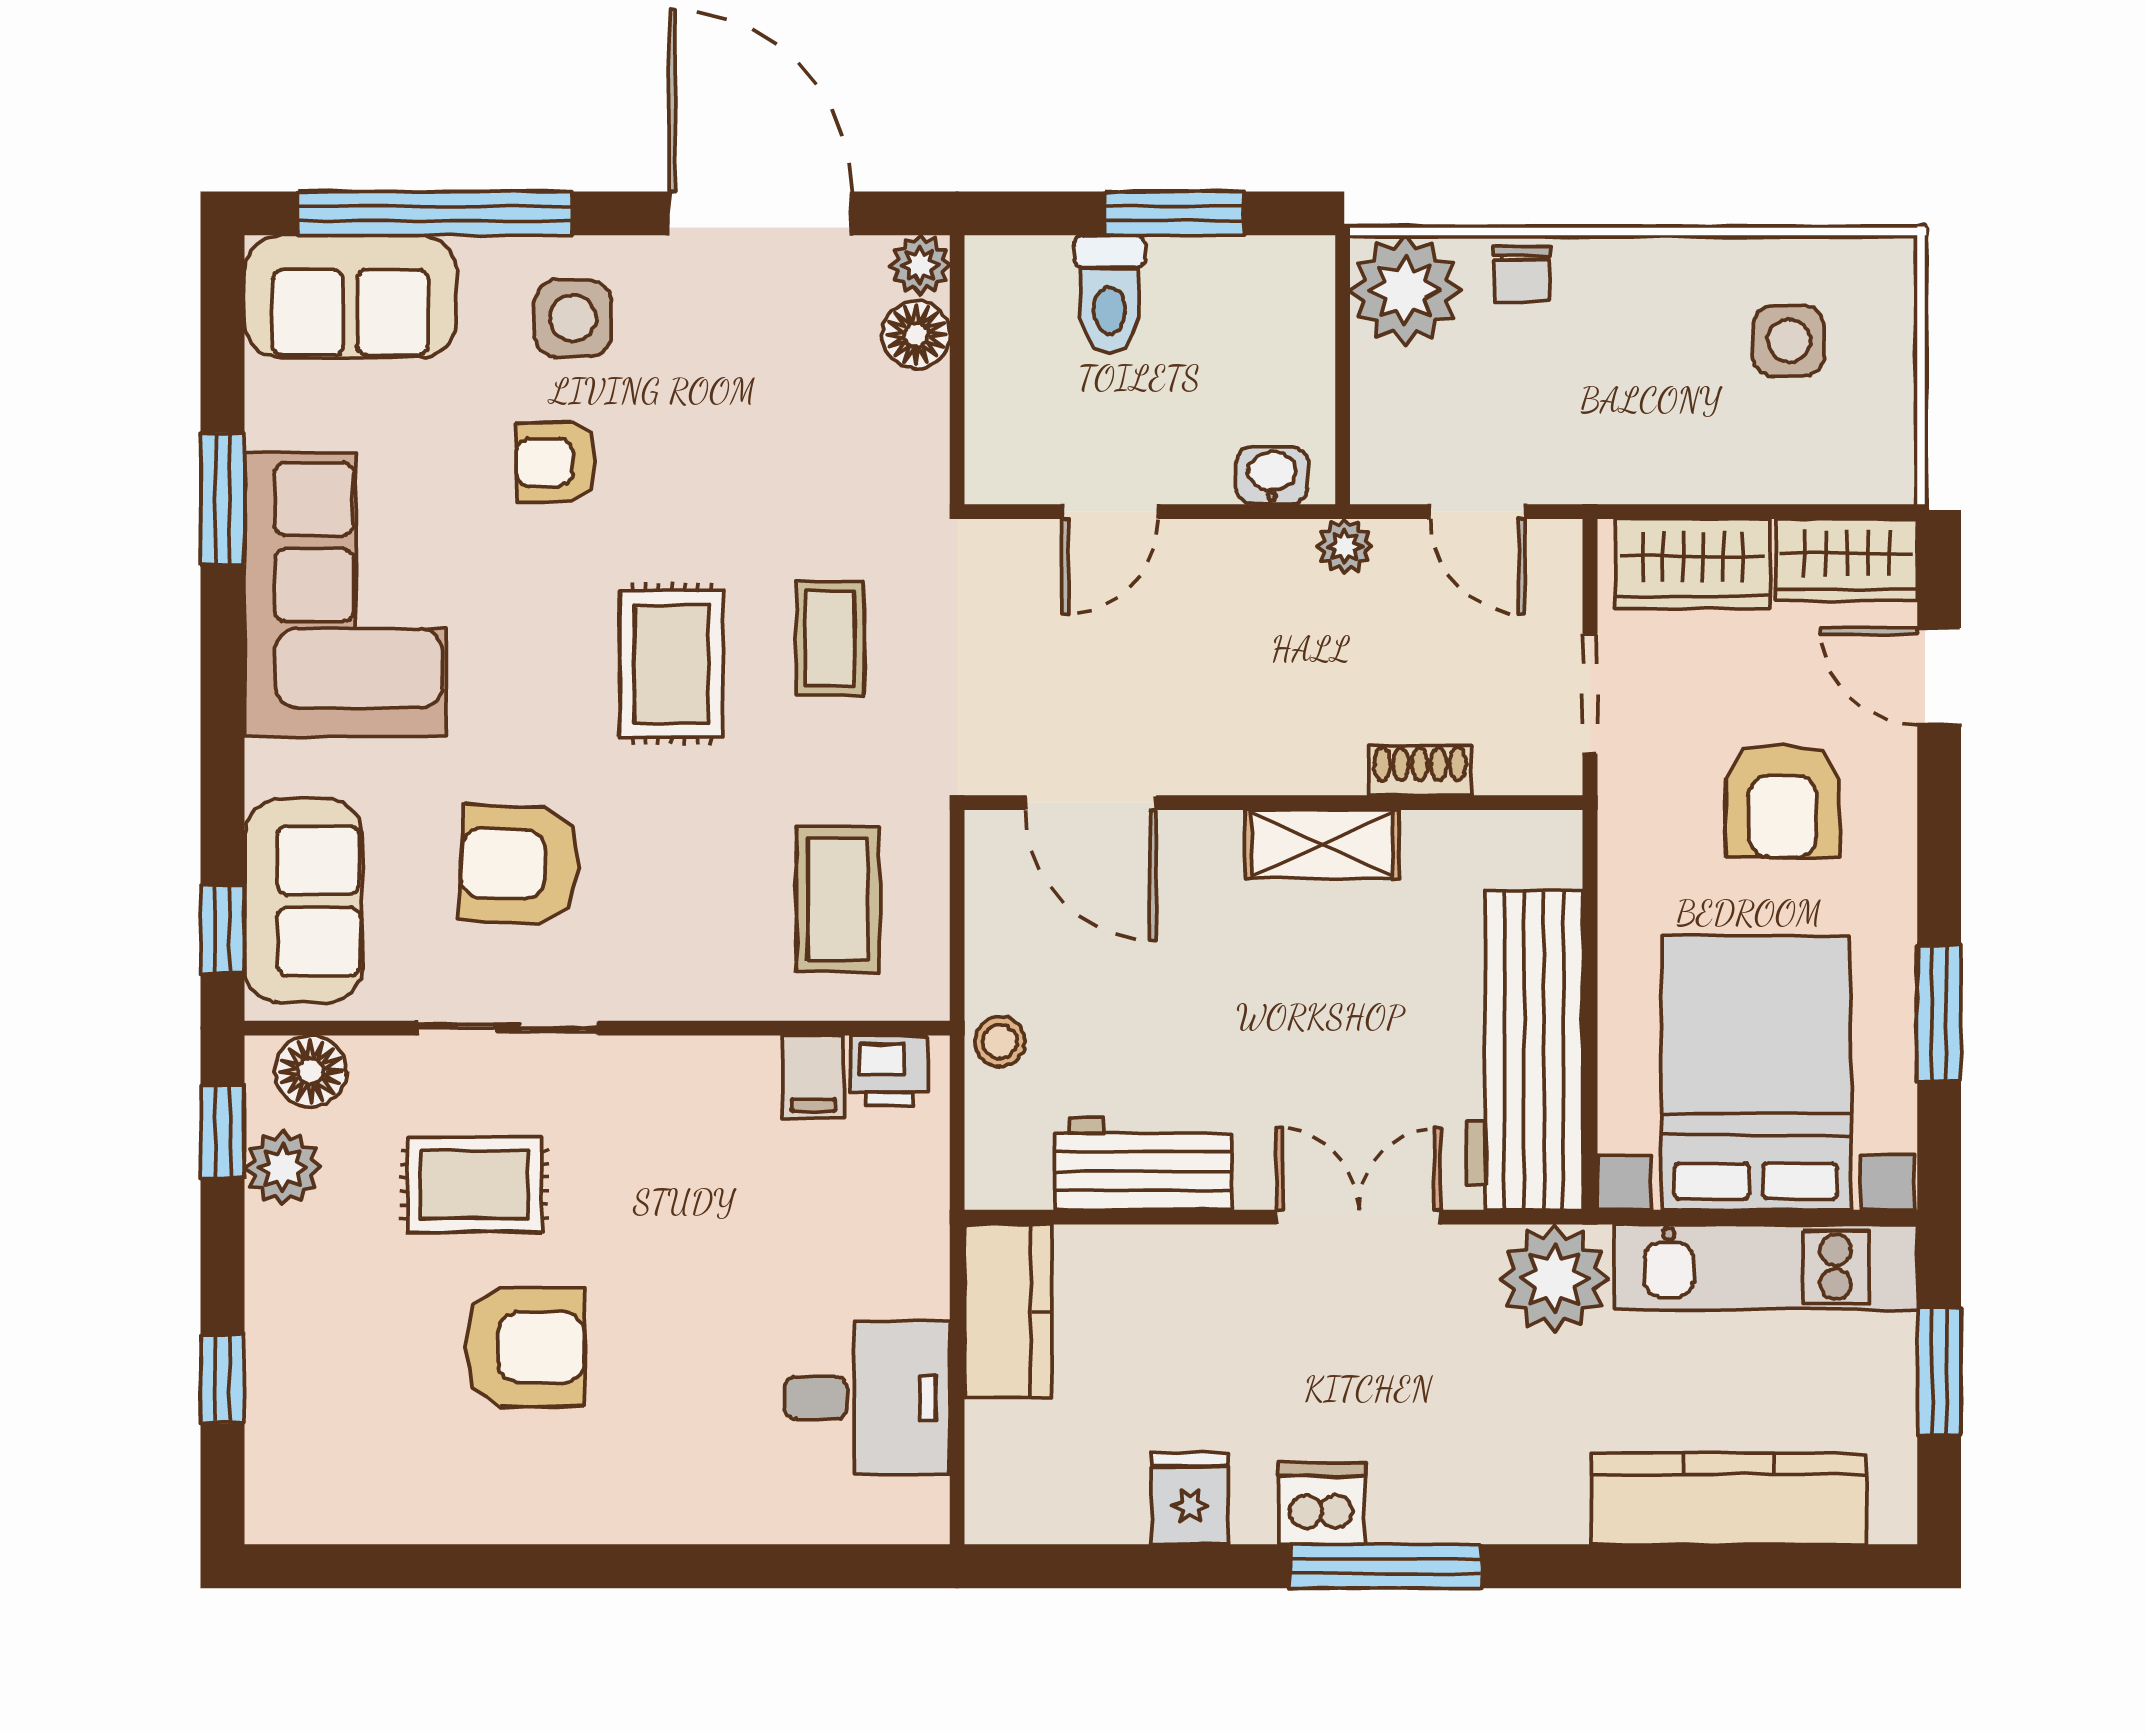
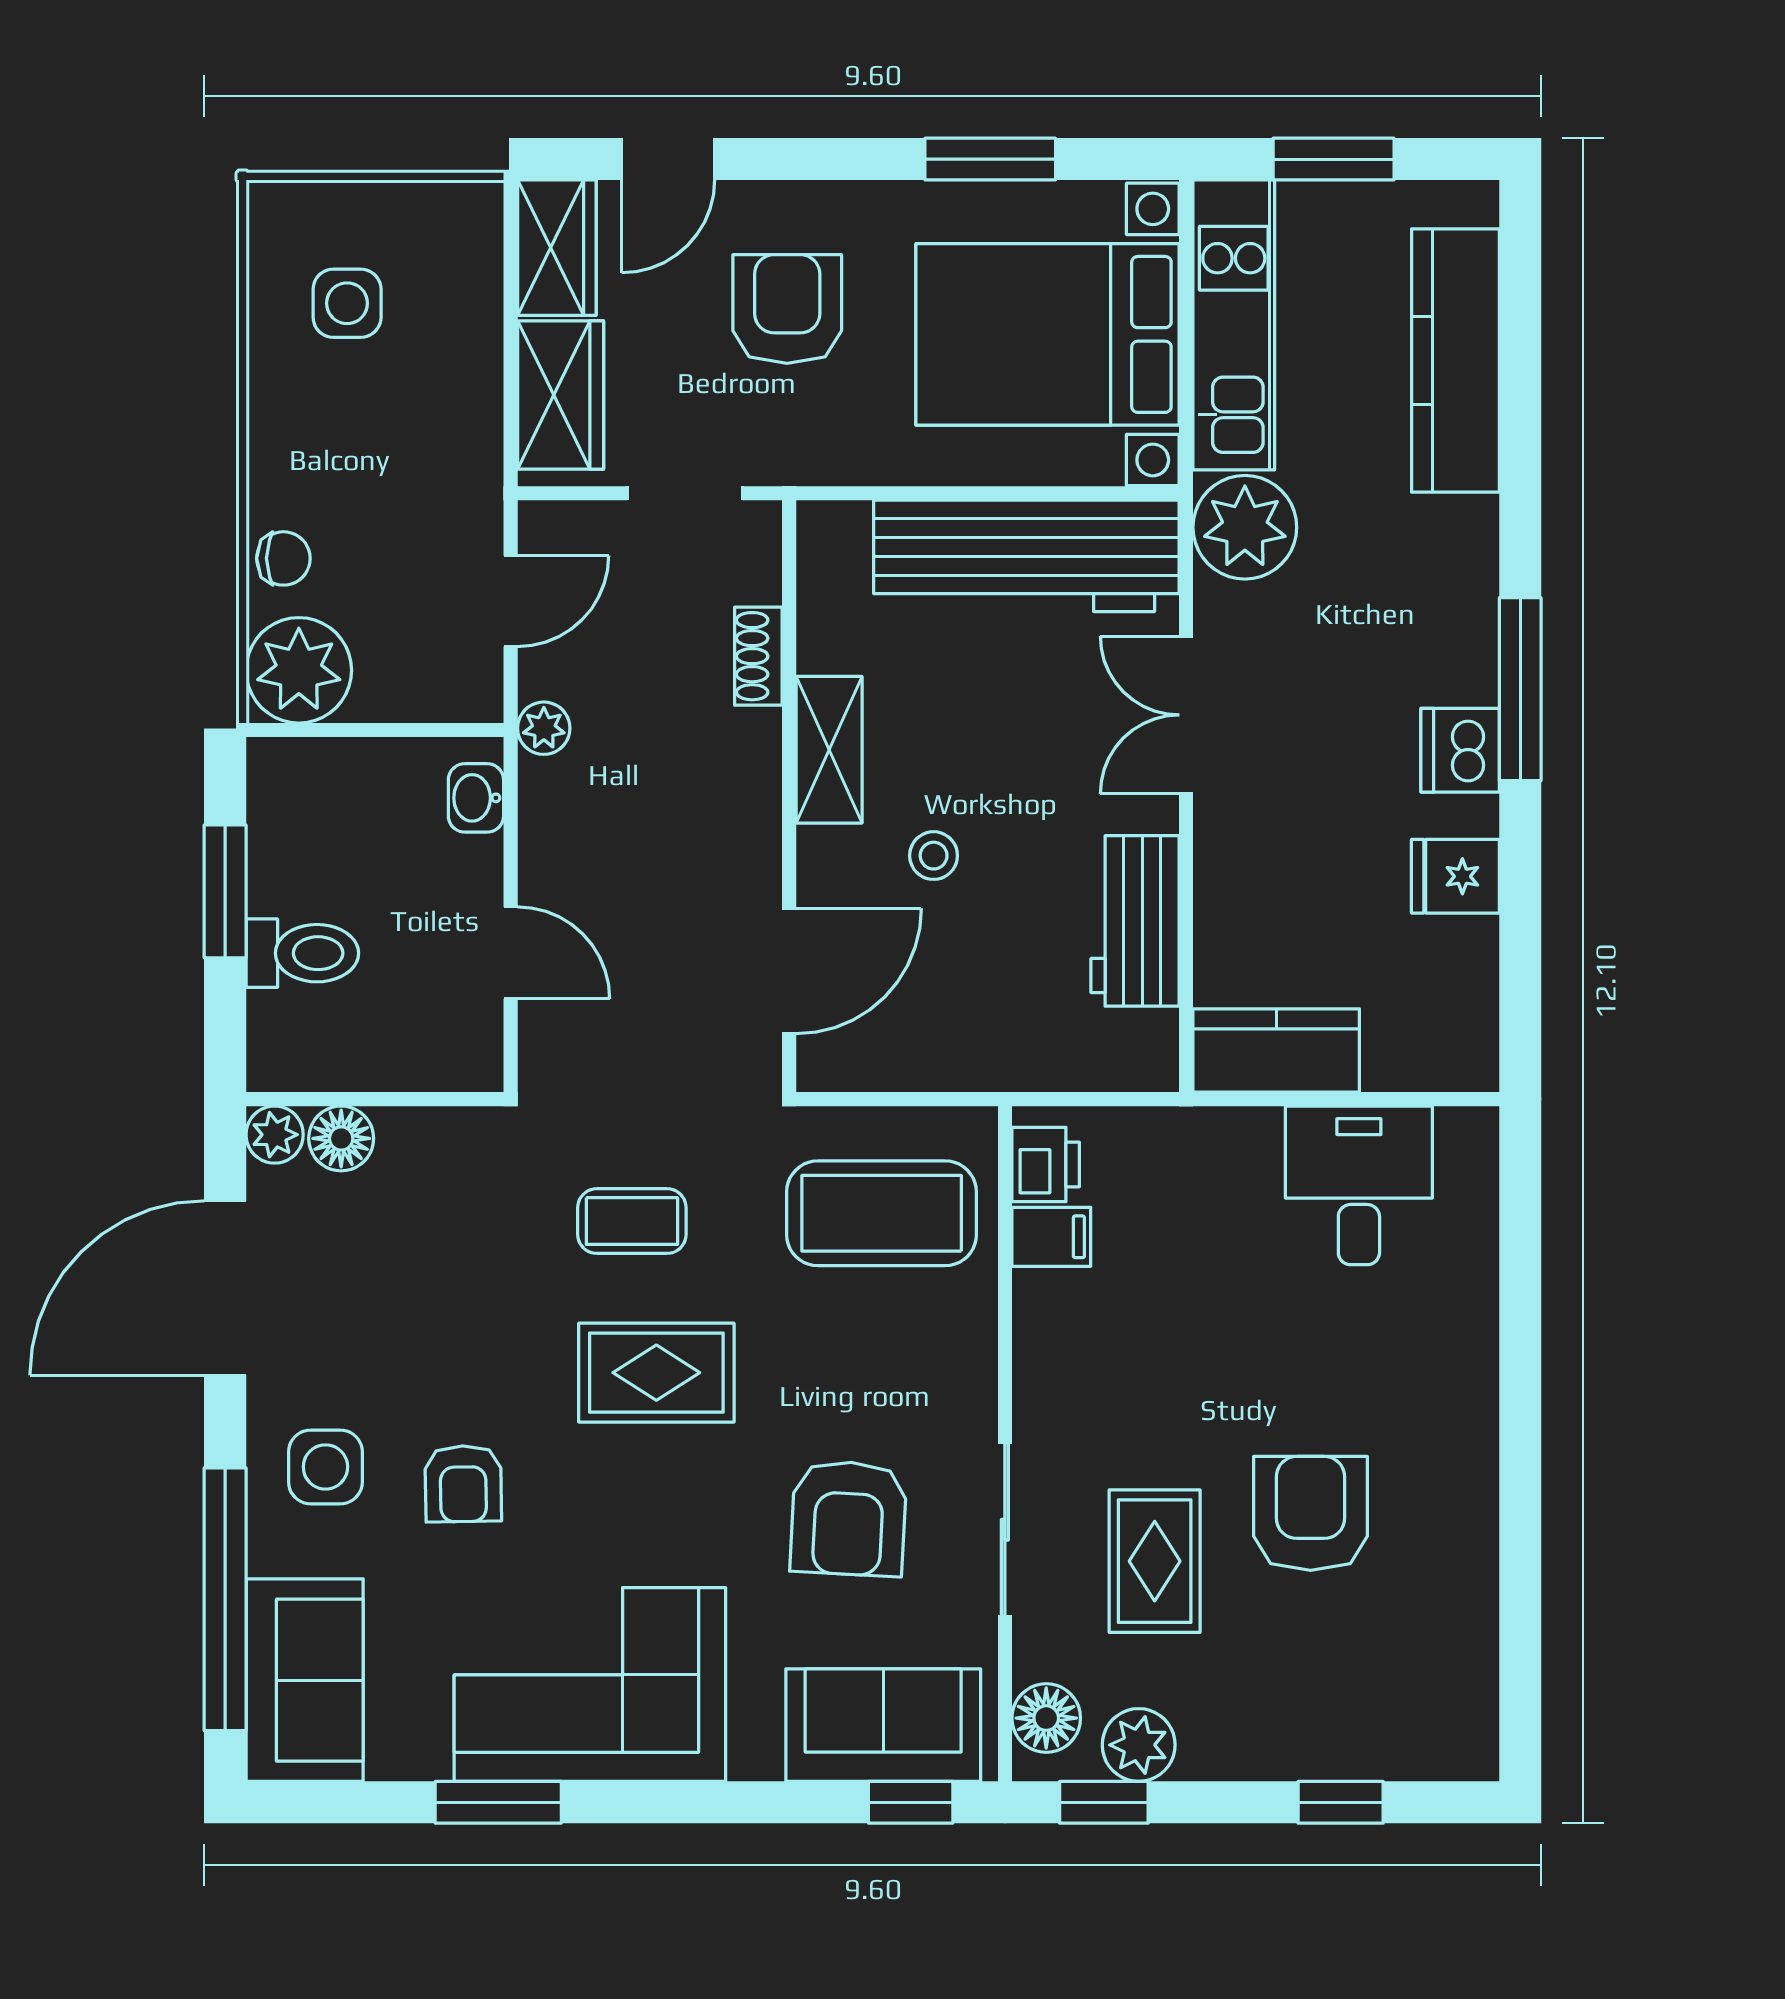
armchair: (1782, 801) -> (787, 309), turned -90
coffee table: (838, 899) -> (882, 1213), width x1.36, depth x1.32
stool: (1000, 1042) -> (934, 856), moved

